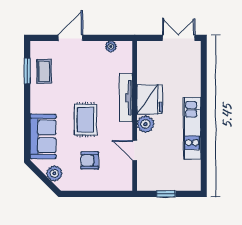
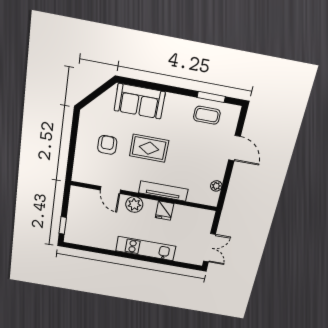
fridge: (150, 99) -> (164, 211), width x0.53, depth x0.75
kitchen unit: (192, 128) -> (146, 249), moved
door: (135, 151) -> (110, 190), swing flipped
plant: (54, 173) -> (99, 106), removed
window: (166, 194) -> (63, 225), moved

